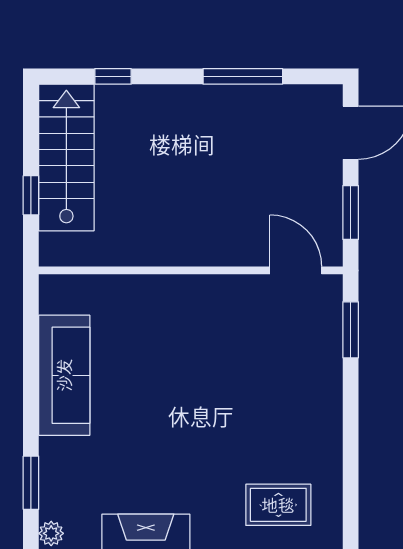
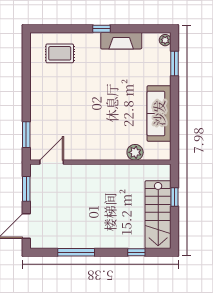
door: (296, 270) -> (52, 162), swing flipped
plant: (116, 291) -> (135, 152), added

